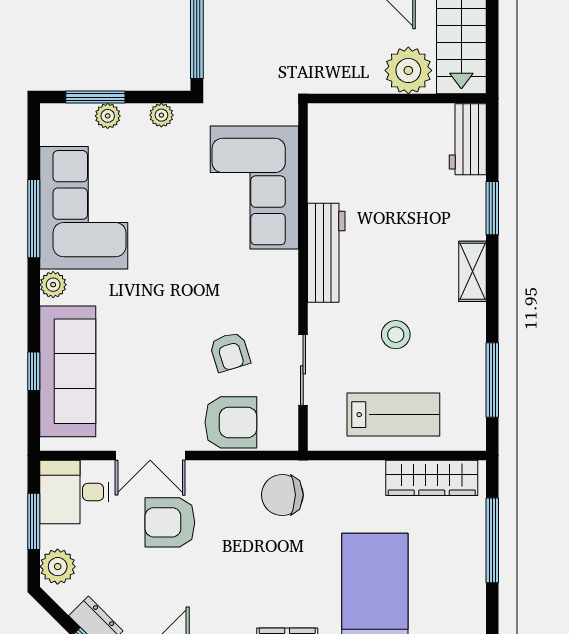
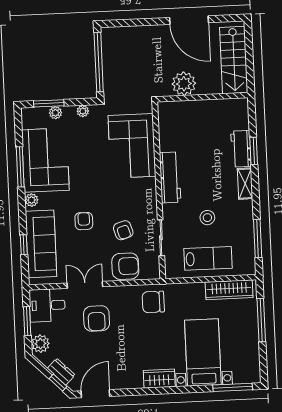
plant: (408, 70) -> (184, 84), moved
workbench: (468, 139) -> (241, 149), moved
armchair: (154, 330) -> (84, 221), added
double door: (150, 455) -> (85, 285), swing flipped
armchair: (170, 522) -> (97, 319), turned -90

